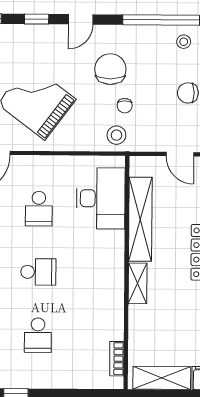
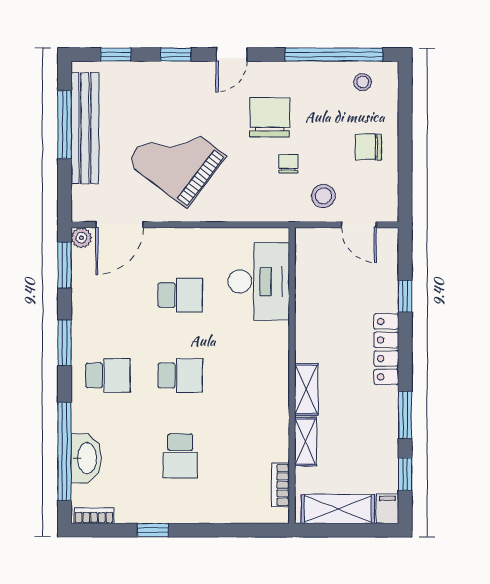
chair: (125, 106) -> (288, 164), turned 180
stool: (116, 135) -> (323, 196), moved
school desk: (39, 209) -> (180, 295), turned -90
shelving: (140, 219) -> (305, 441), moved, width x0.45, depth x0.75

